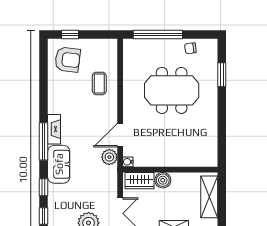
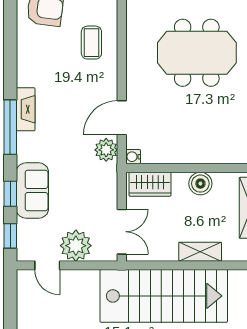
sofa: (59, 164) -> (32, 190), moved
boiler: (163, 180) -> (200, 184), moved

